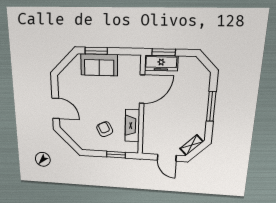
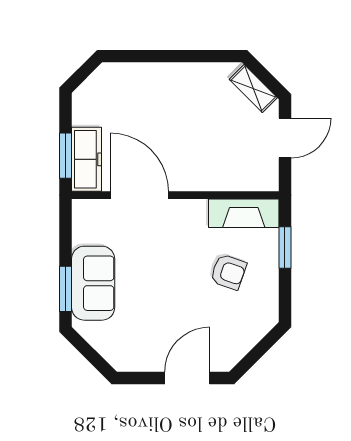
window: (211, 106) -> (169, 56), removed
fireplace: (132, 126) -> (244, 213), moved
armchair: (105, 129) -> (228, 272), turned -135

